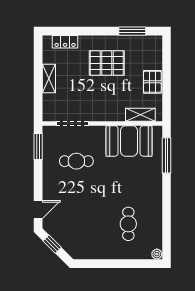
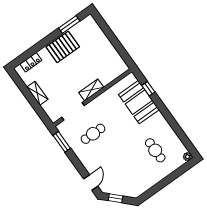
pallet: (107, 63) -> (63, 47), moved
pallet: (152, 82) -> (105, 48), removed
shelving: (140, 115) -> (91, 90), moved
booth: (129, 141) -> (139, 102), moved, turned 90
window: (166, 155) -> (148, 89), width x0.46

